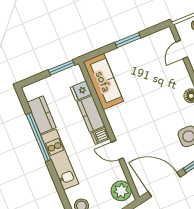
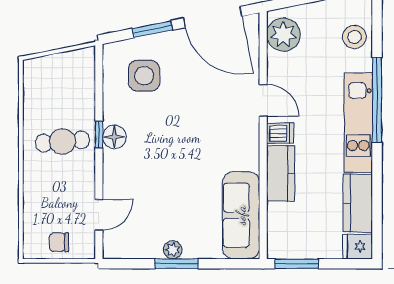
plant: (133, 47) -> (173, 250), added
fridge: (81, 91) -> (358, 246), moved, turned 180
window: (38, 137) -> (377, 100), moved

